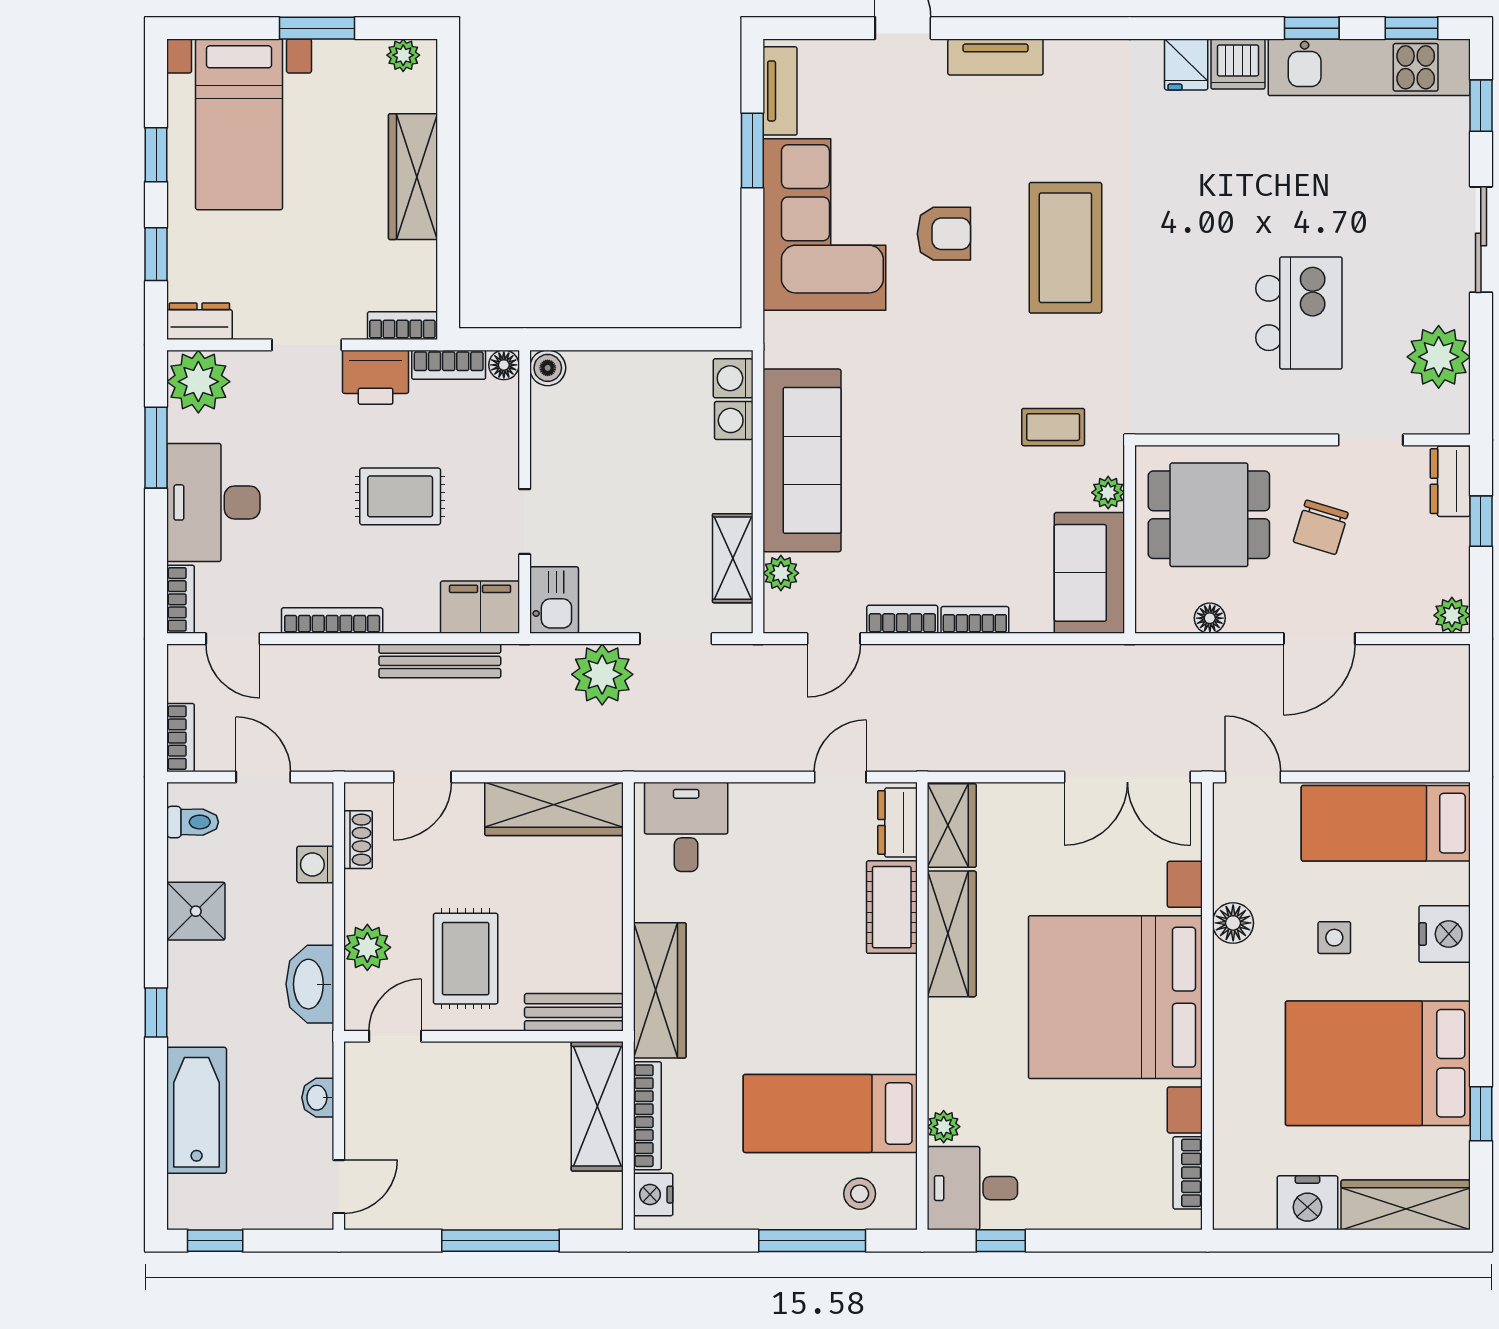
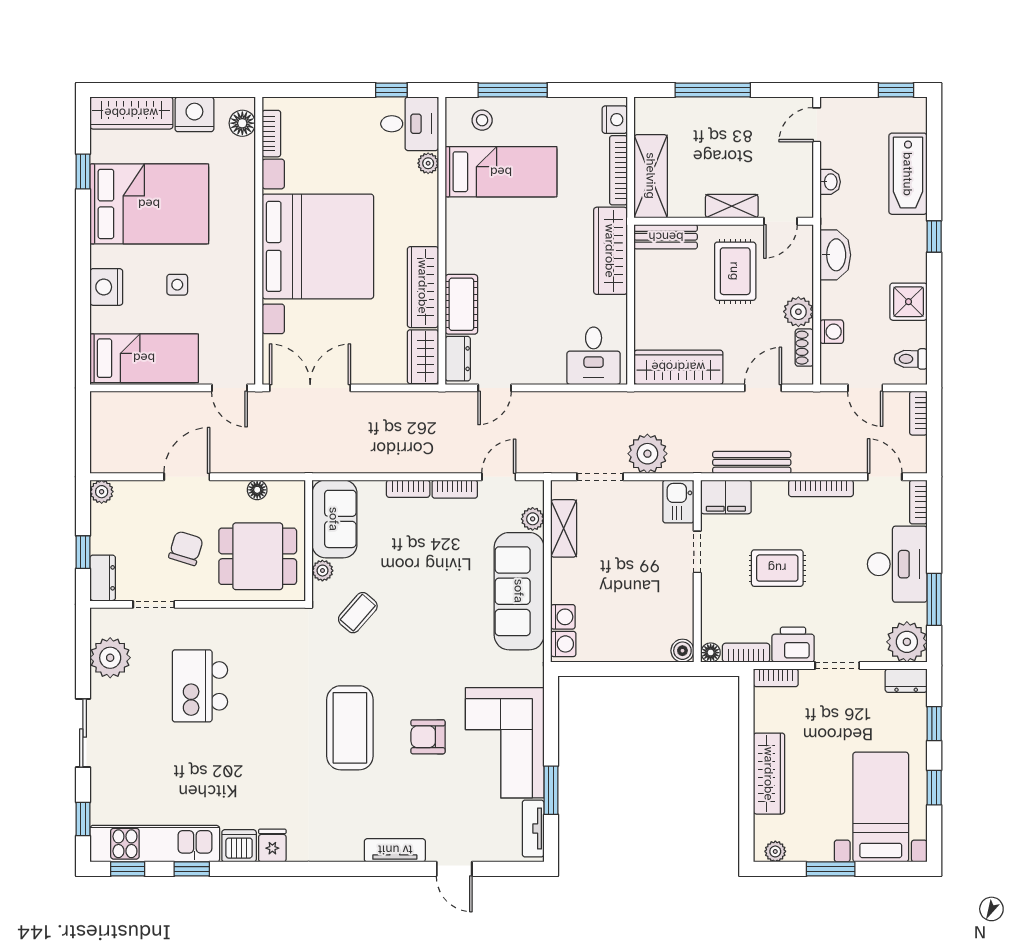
coffee table: (1053, 427) -> (358, 613), turned -49
floor lamp: (1233, 923) -> (242, 123), moved
plant: (367, 947) -> (798, 312), moved
shelving: (471, 1060) -> (732, 206), added

